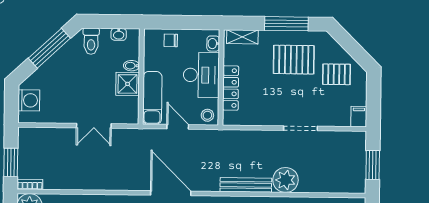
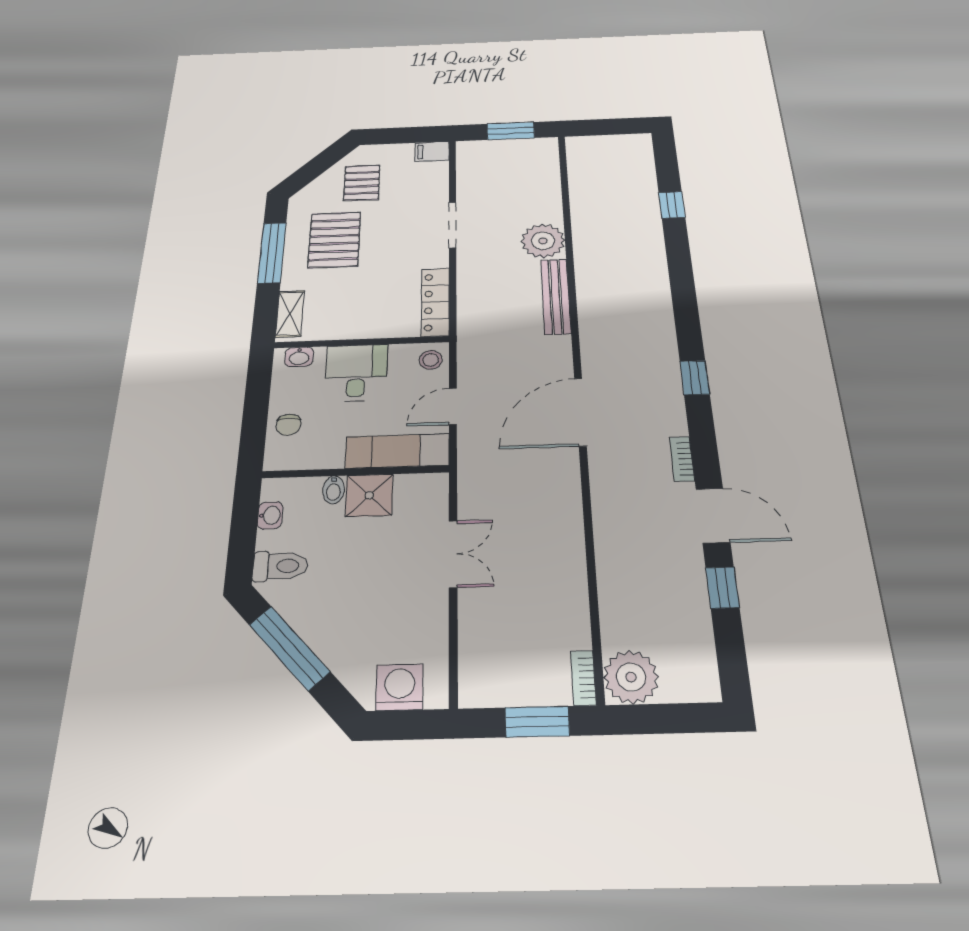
desk: (201, 75) -> (356, 373), width x0.73
locker: (231, 88) -> (435, 302), moved, turned -90

